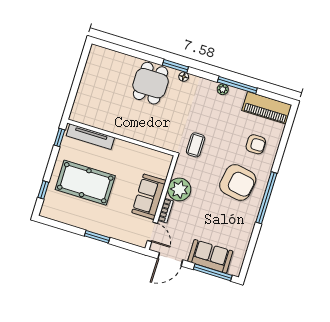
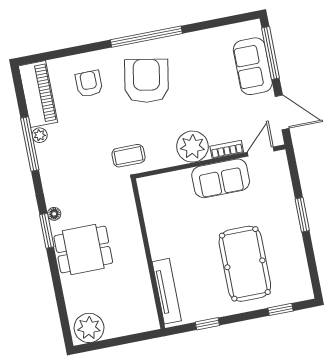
plant: (98, 60) -> (89, 328), added
plant: (223, 89) -> (40, 135), moved
tv unit: (90, 137) -> (167, 291), moved
wall: (121, 138) -> (148, 254), moved

